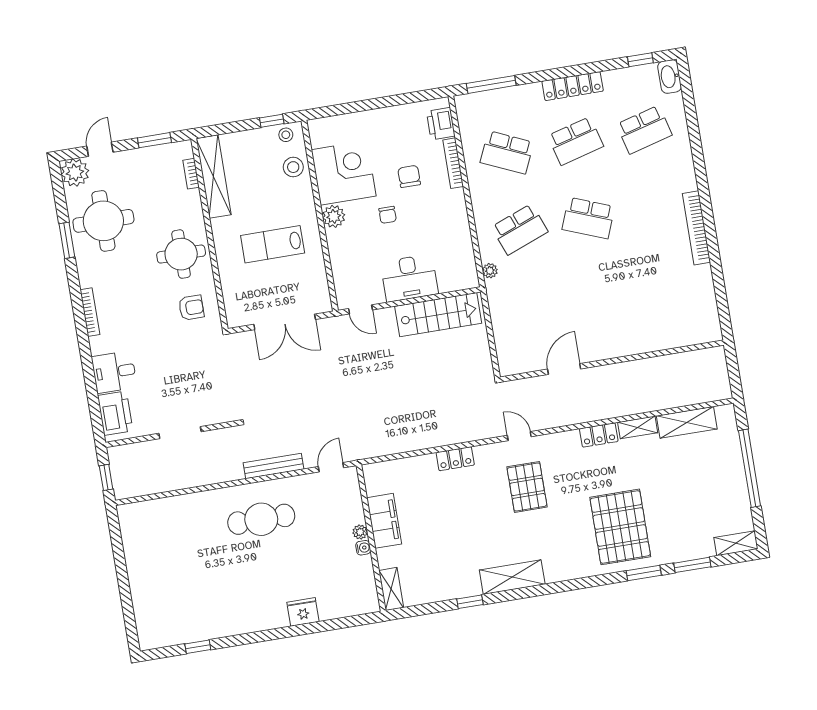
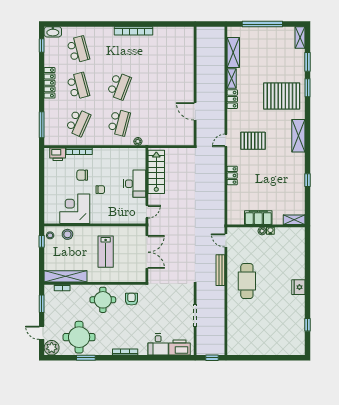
plant: (334, 216) -> (96, 218), removed
school desk: (520, 229) -> (119, 122), turned 36
shelving: (512, 577) -> (298, 136), moved
fridge: (303, 612) -> (298, 287), moved

